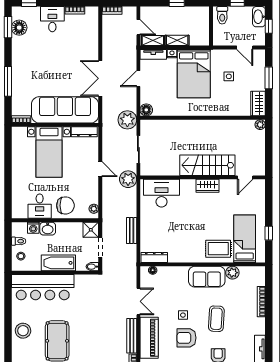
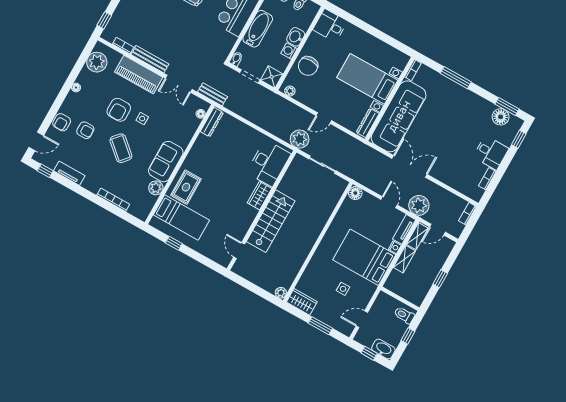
plant: (127, 120) -> (419, 205), moved
wardrobe: (207, 186) -> (259, 196), moved
desk: (40, 206) -> (330, 25), moved
washing machine: (33, 228) -> (289, 51), moved
bench: (132, 230) -> (213, 94), moved
coffee table: (216, 319) -> (121, 148), turned 38
armchair: (186, 338) -> (119, 110), turned 180

